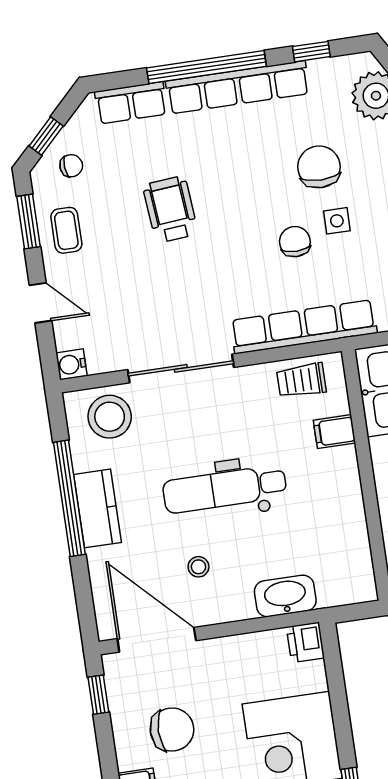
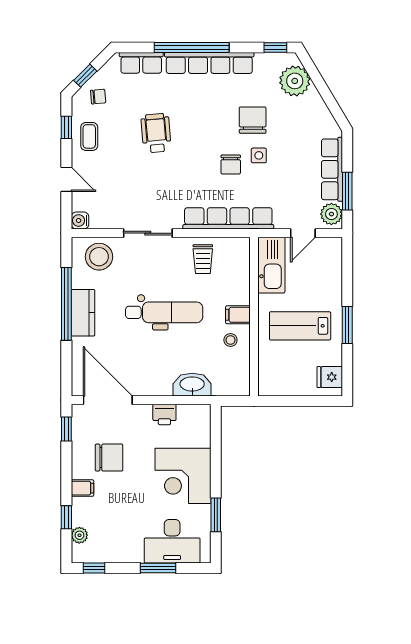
window: (311, 52) -> (275, 47), moved
window: (28, 221) -> (66, 127), width x0.67
chair: (295, 242) -> (231, 165), turned 180
sliding door: (181, 368) -> (148, 233), width x0.73
trolley: (301, 380) -> (203, 259), moved, turned -90
filing cabinet: (334, 432) -> (238, 315), moved
dental chair: (225, 489) -> (164, 312), turned 180
stool: (198, 567) -> (230, 340), moved
printer: (305, 642) -> (164, 414), moved, turned -90

